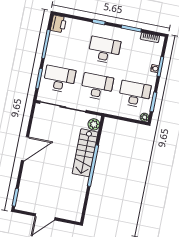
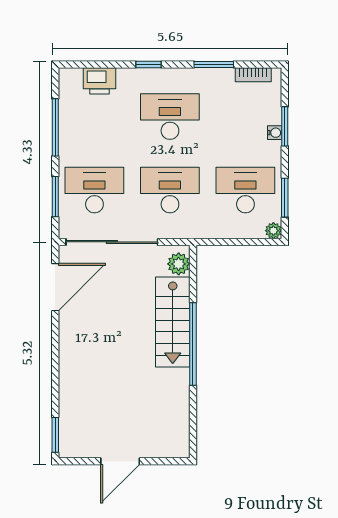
printer: (58, 24) -> (99, 81), moved, turned 90
door: (25, 149) -> (55, 287), moved

